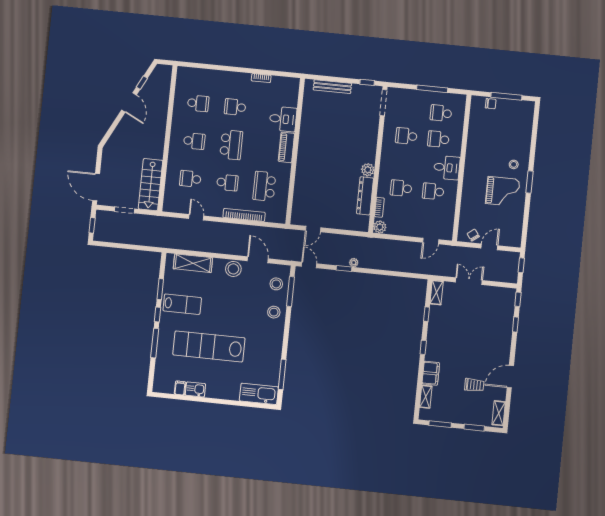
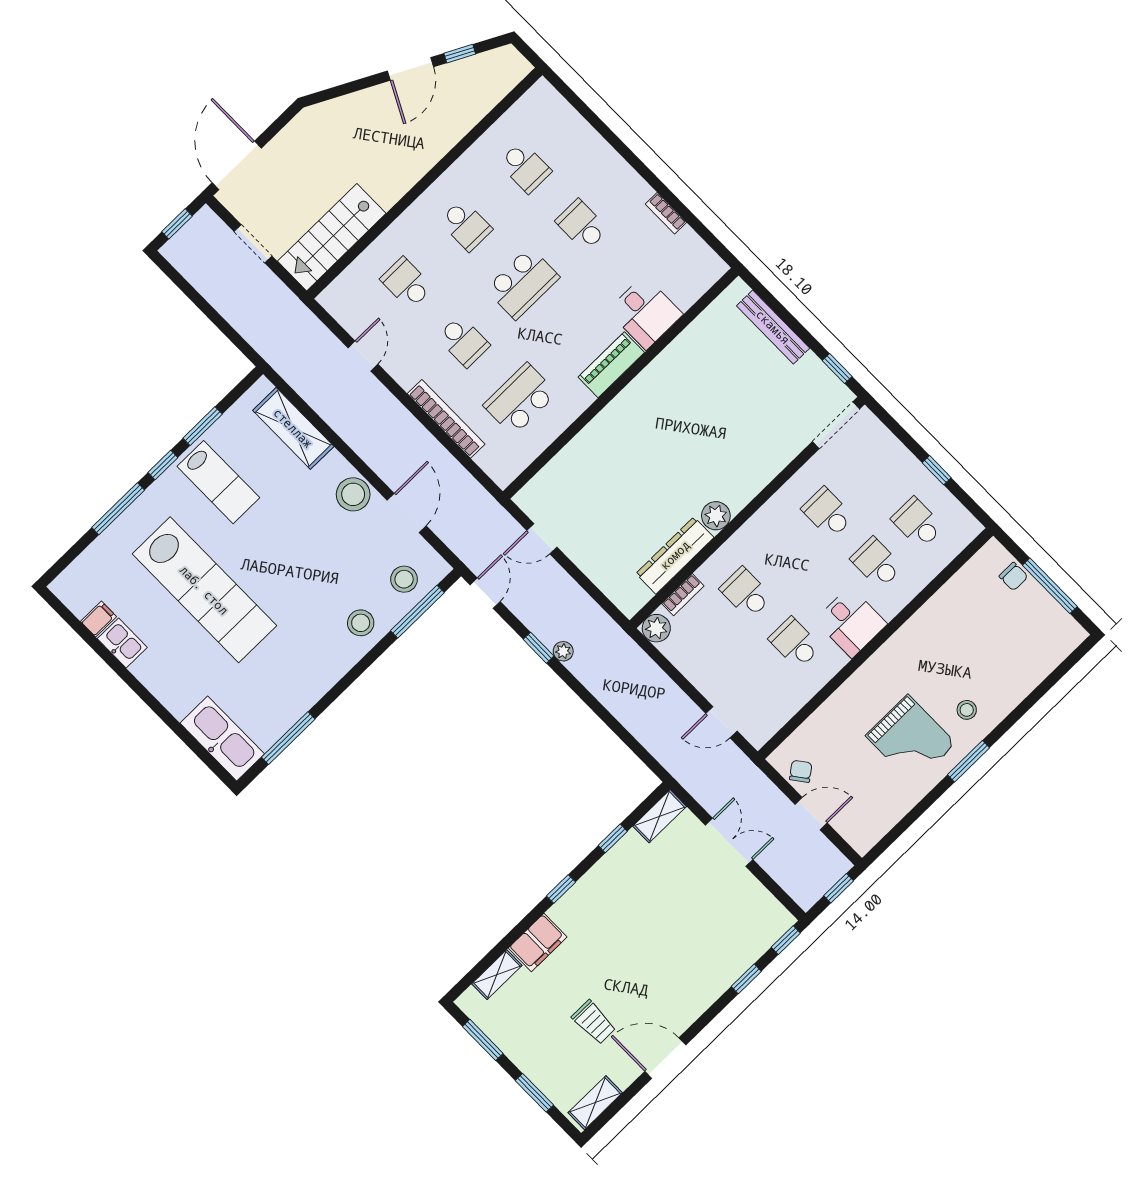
window: (432, 89) -> (937, 470), width x0.46
lab bench: (209, 346) -> (204, 590), turned 180

